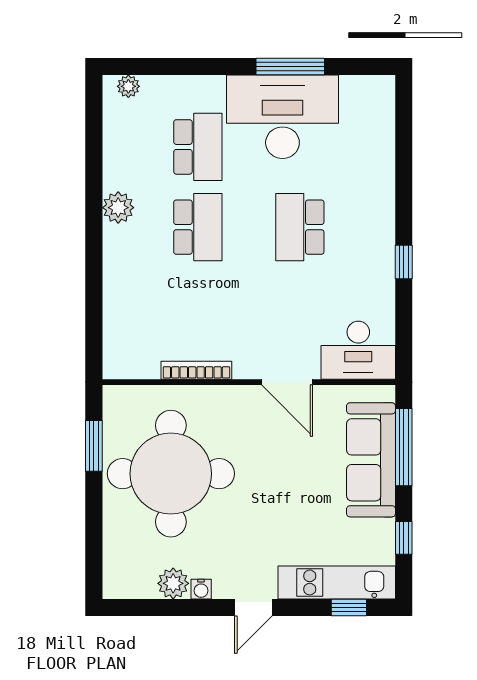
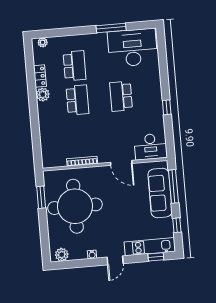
desk: (282, 117) -> (132, 48), moved
locker: (115, 164) -> (40, 76), added
plant: (173, 583) -> (62, 255), moved

